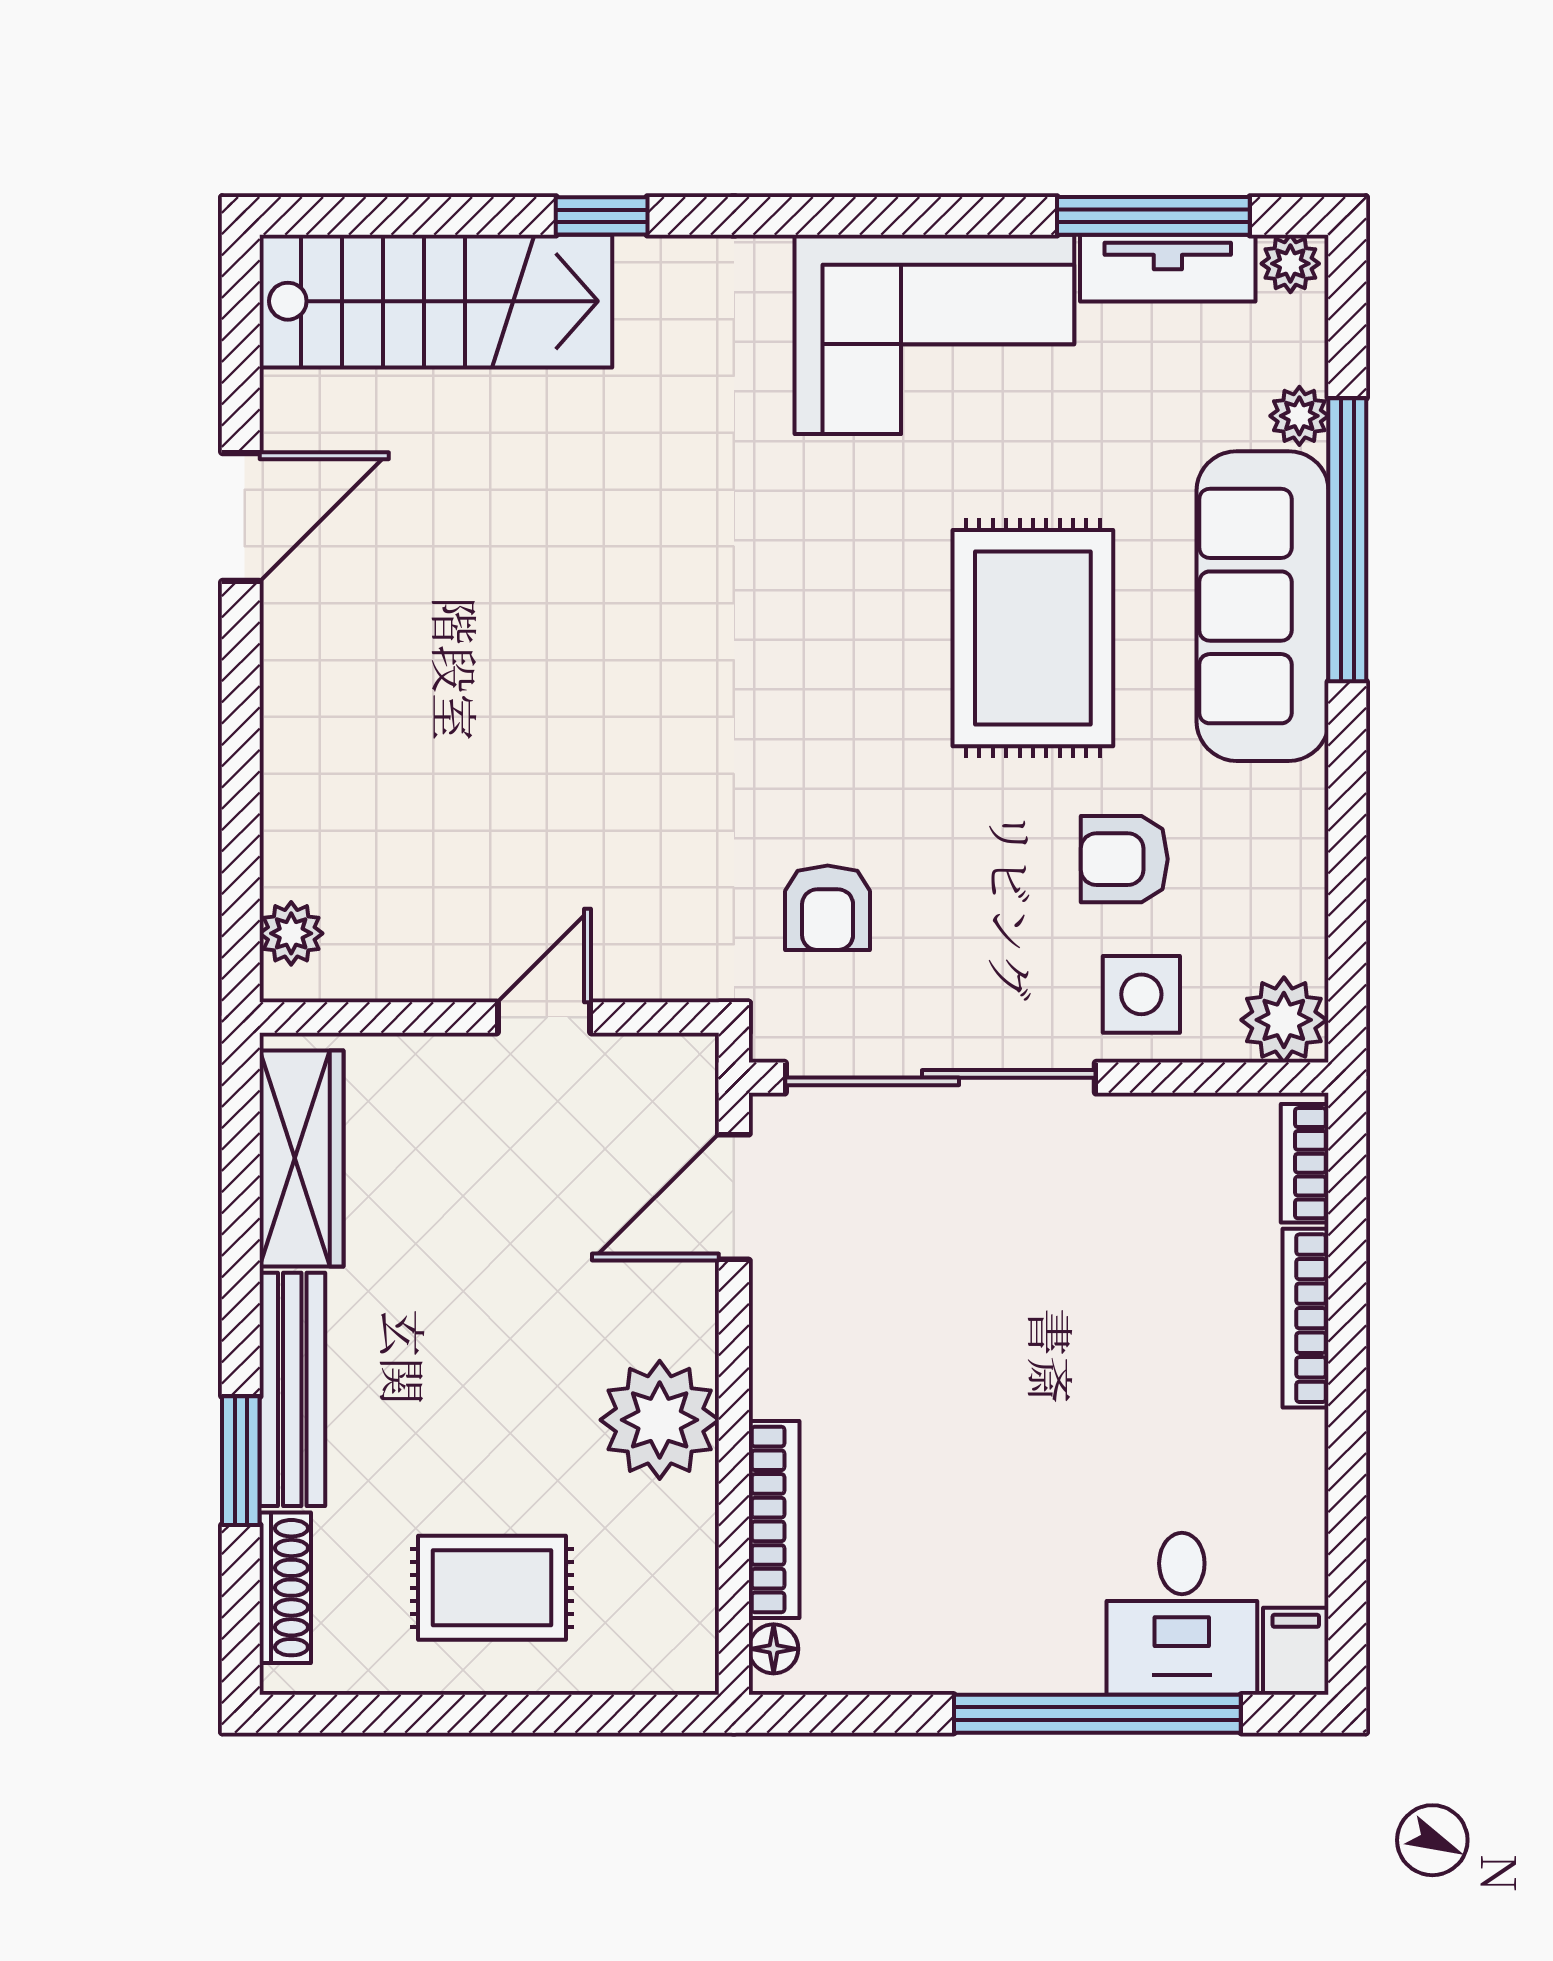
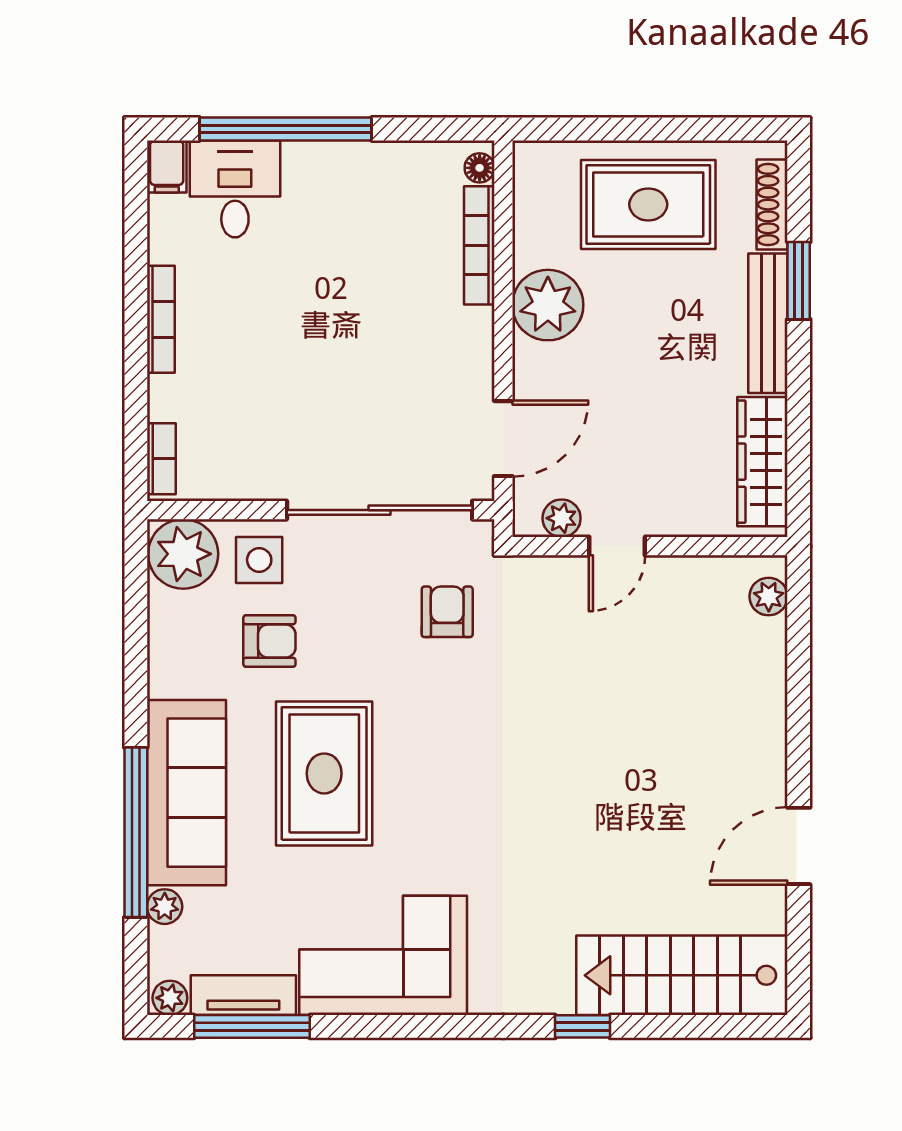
plant: (1284, 1020) -> (183, 554), width x1.36, depth x1.36
plant: (637, 1064) -> (562, 518), added
bookcase: (1306, 1318) -> (161, 319), moved
rug: (492, 1588) -> (648, 204), width x1.36, depth x1.43

